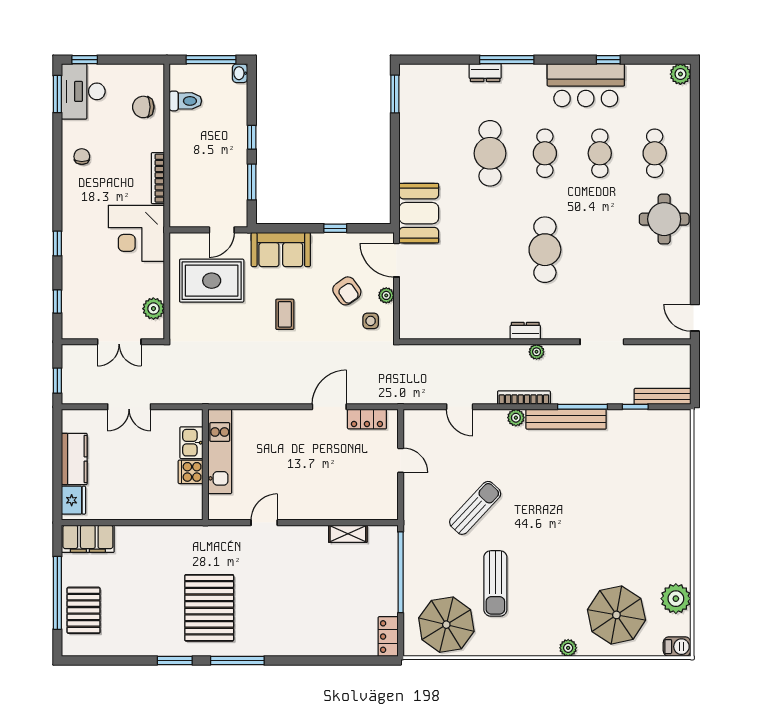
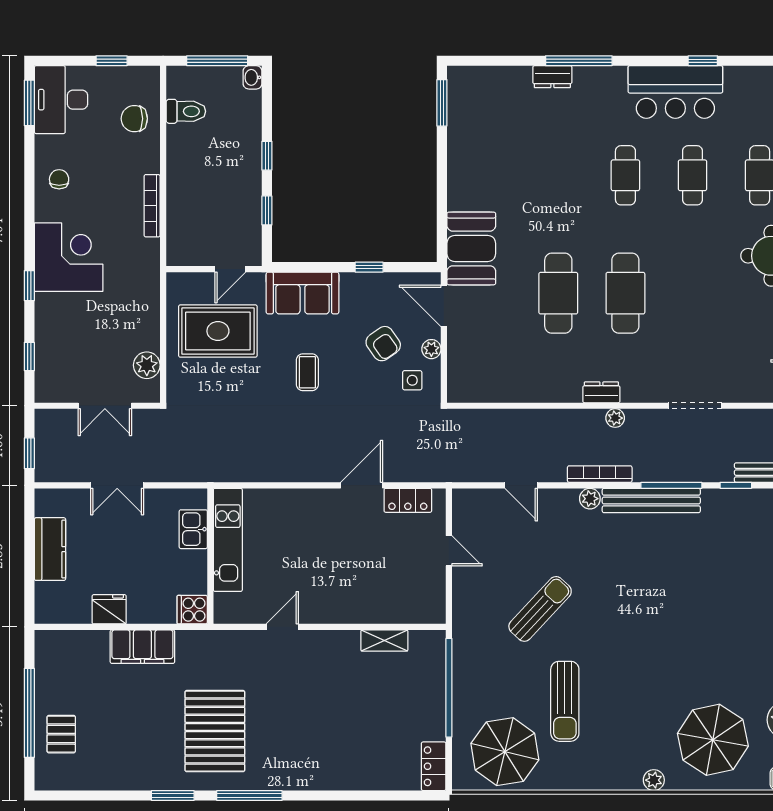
window: (85, 60) -> (112, 61), moved
cafe table: (490, 153) -> (558, 293), moved
window: (252, 182) -> (267, 210), width x0.67
corner desk: (136, 233) -> (69, 257), moved, turned 180
cooker: (191, 472) -> (192, 610), moved
fridge: (74, 500) -> (109, 609), moved, turned -90
filing cabinet: (88, 539) -> (142, 647), moved
pallet: (84, 610) -> (61, 734), width x0.67, depth x0.71

